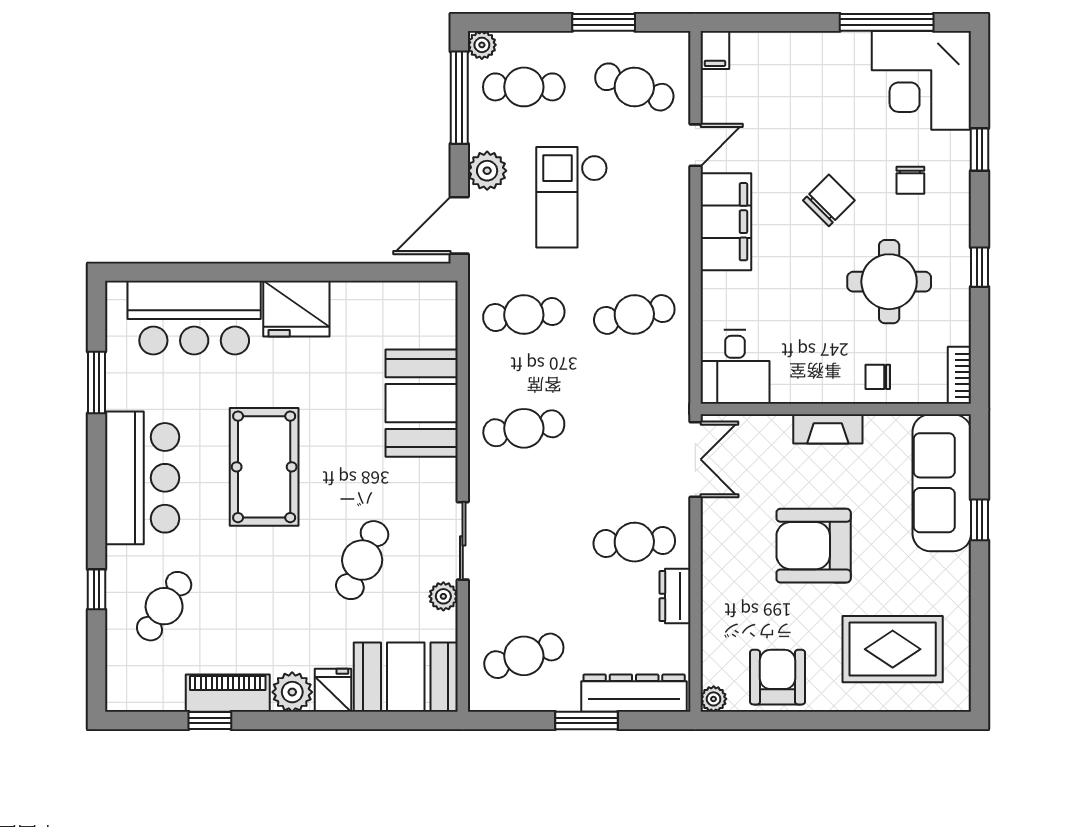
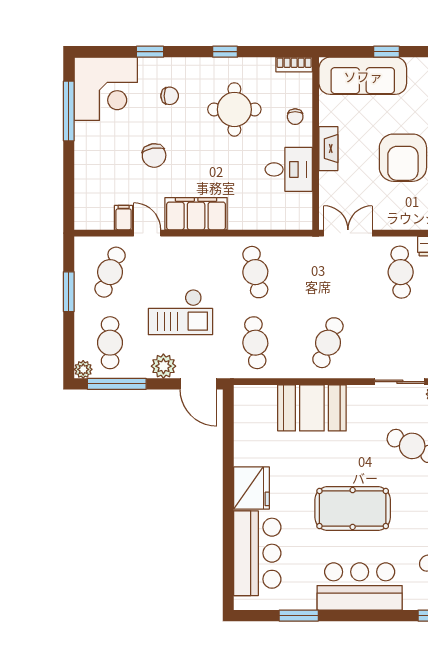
filing cabinet: (715, 50) -> (124, 218), moved, turned -90
chair: (829, 200) -> (154, 156), moved, turned -145
desk: (735, 367) -> (289, 169), moved
cafe table: (524, 428) -> (328, 343), turned 30

